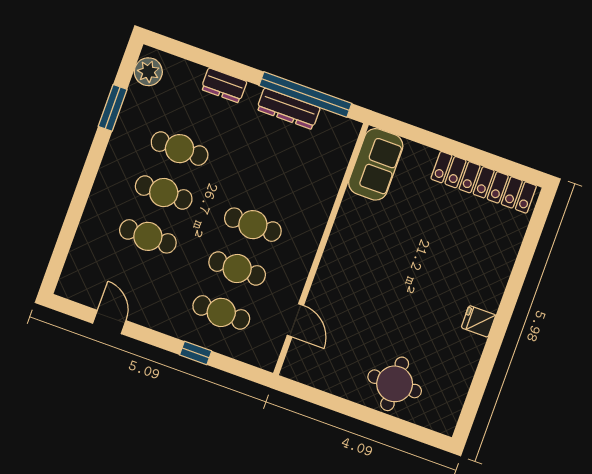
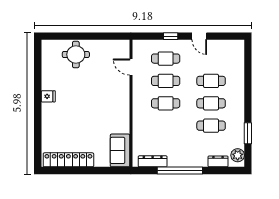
dresser: (224, 85) -> (218, 161), moved
window: (305, 94) -> (180, 170), moved
dresser: (288, 109) -> (153, 161), moved
door: (109, 322) -> (199, 36), moved

